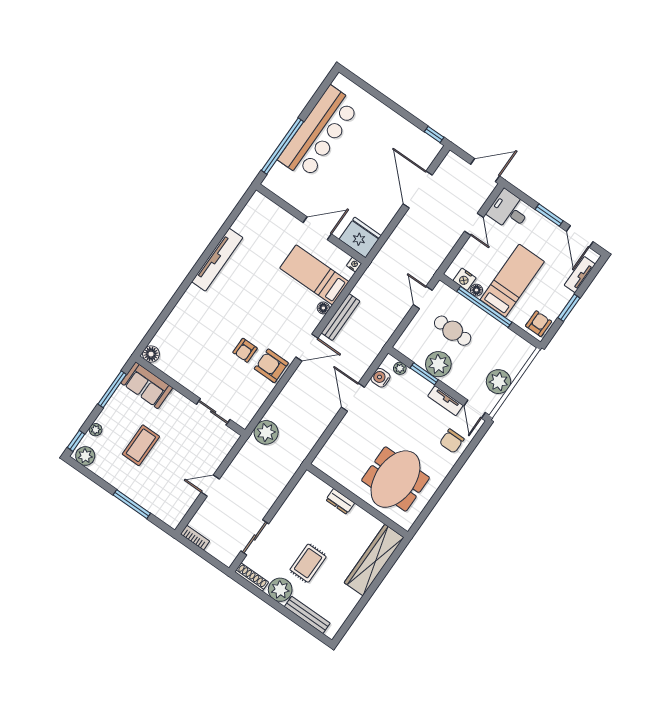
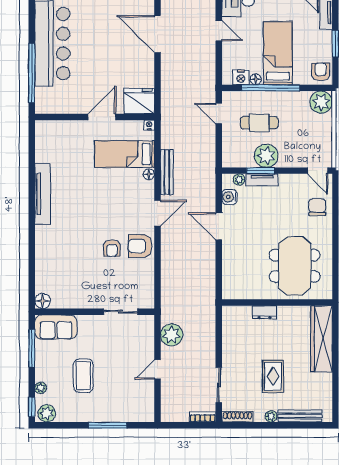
plant: (498, 382) -> (321, 102), moved
tv unit: (445, 401) -> (262, 180), moved
plant: (266, 432) -> (172, 335), moved
chair: (452, 441) -> (317, 207), turned 180
bookcase: (195, 538) -> (203, 417), moved
plant: (280, 590) -> (271, 416), width x0.53, depth x0.53

